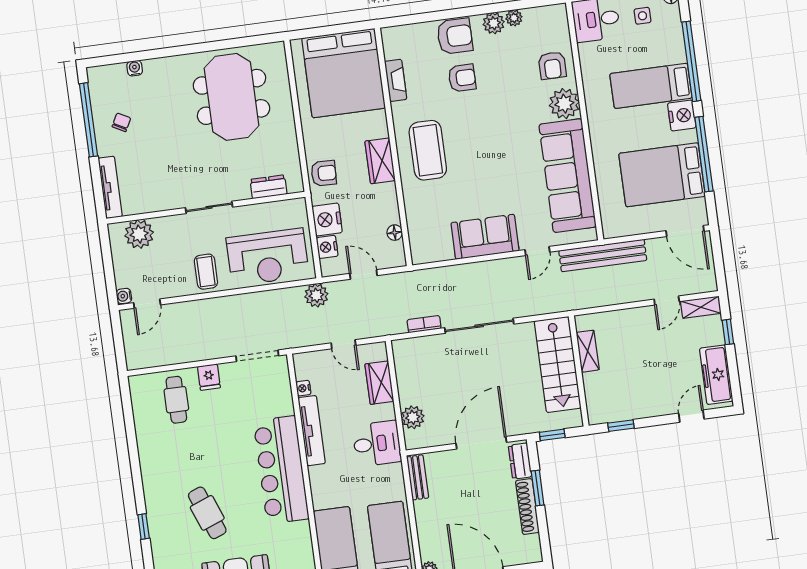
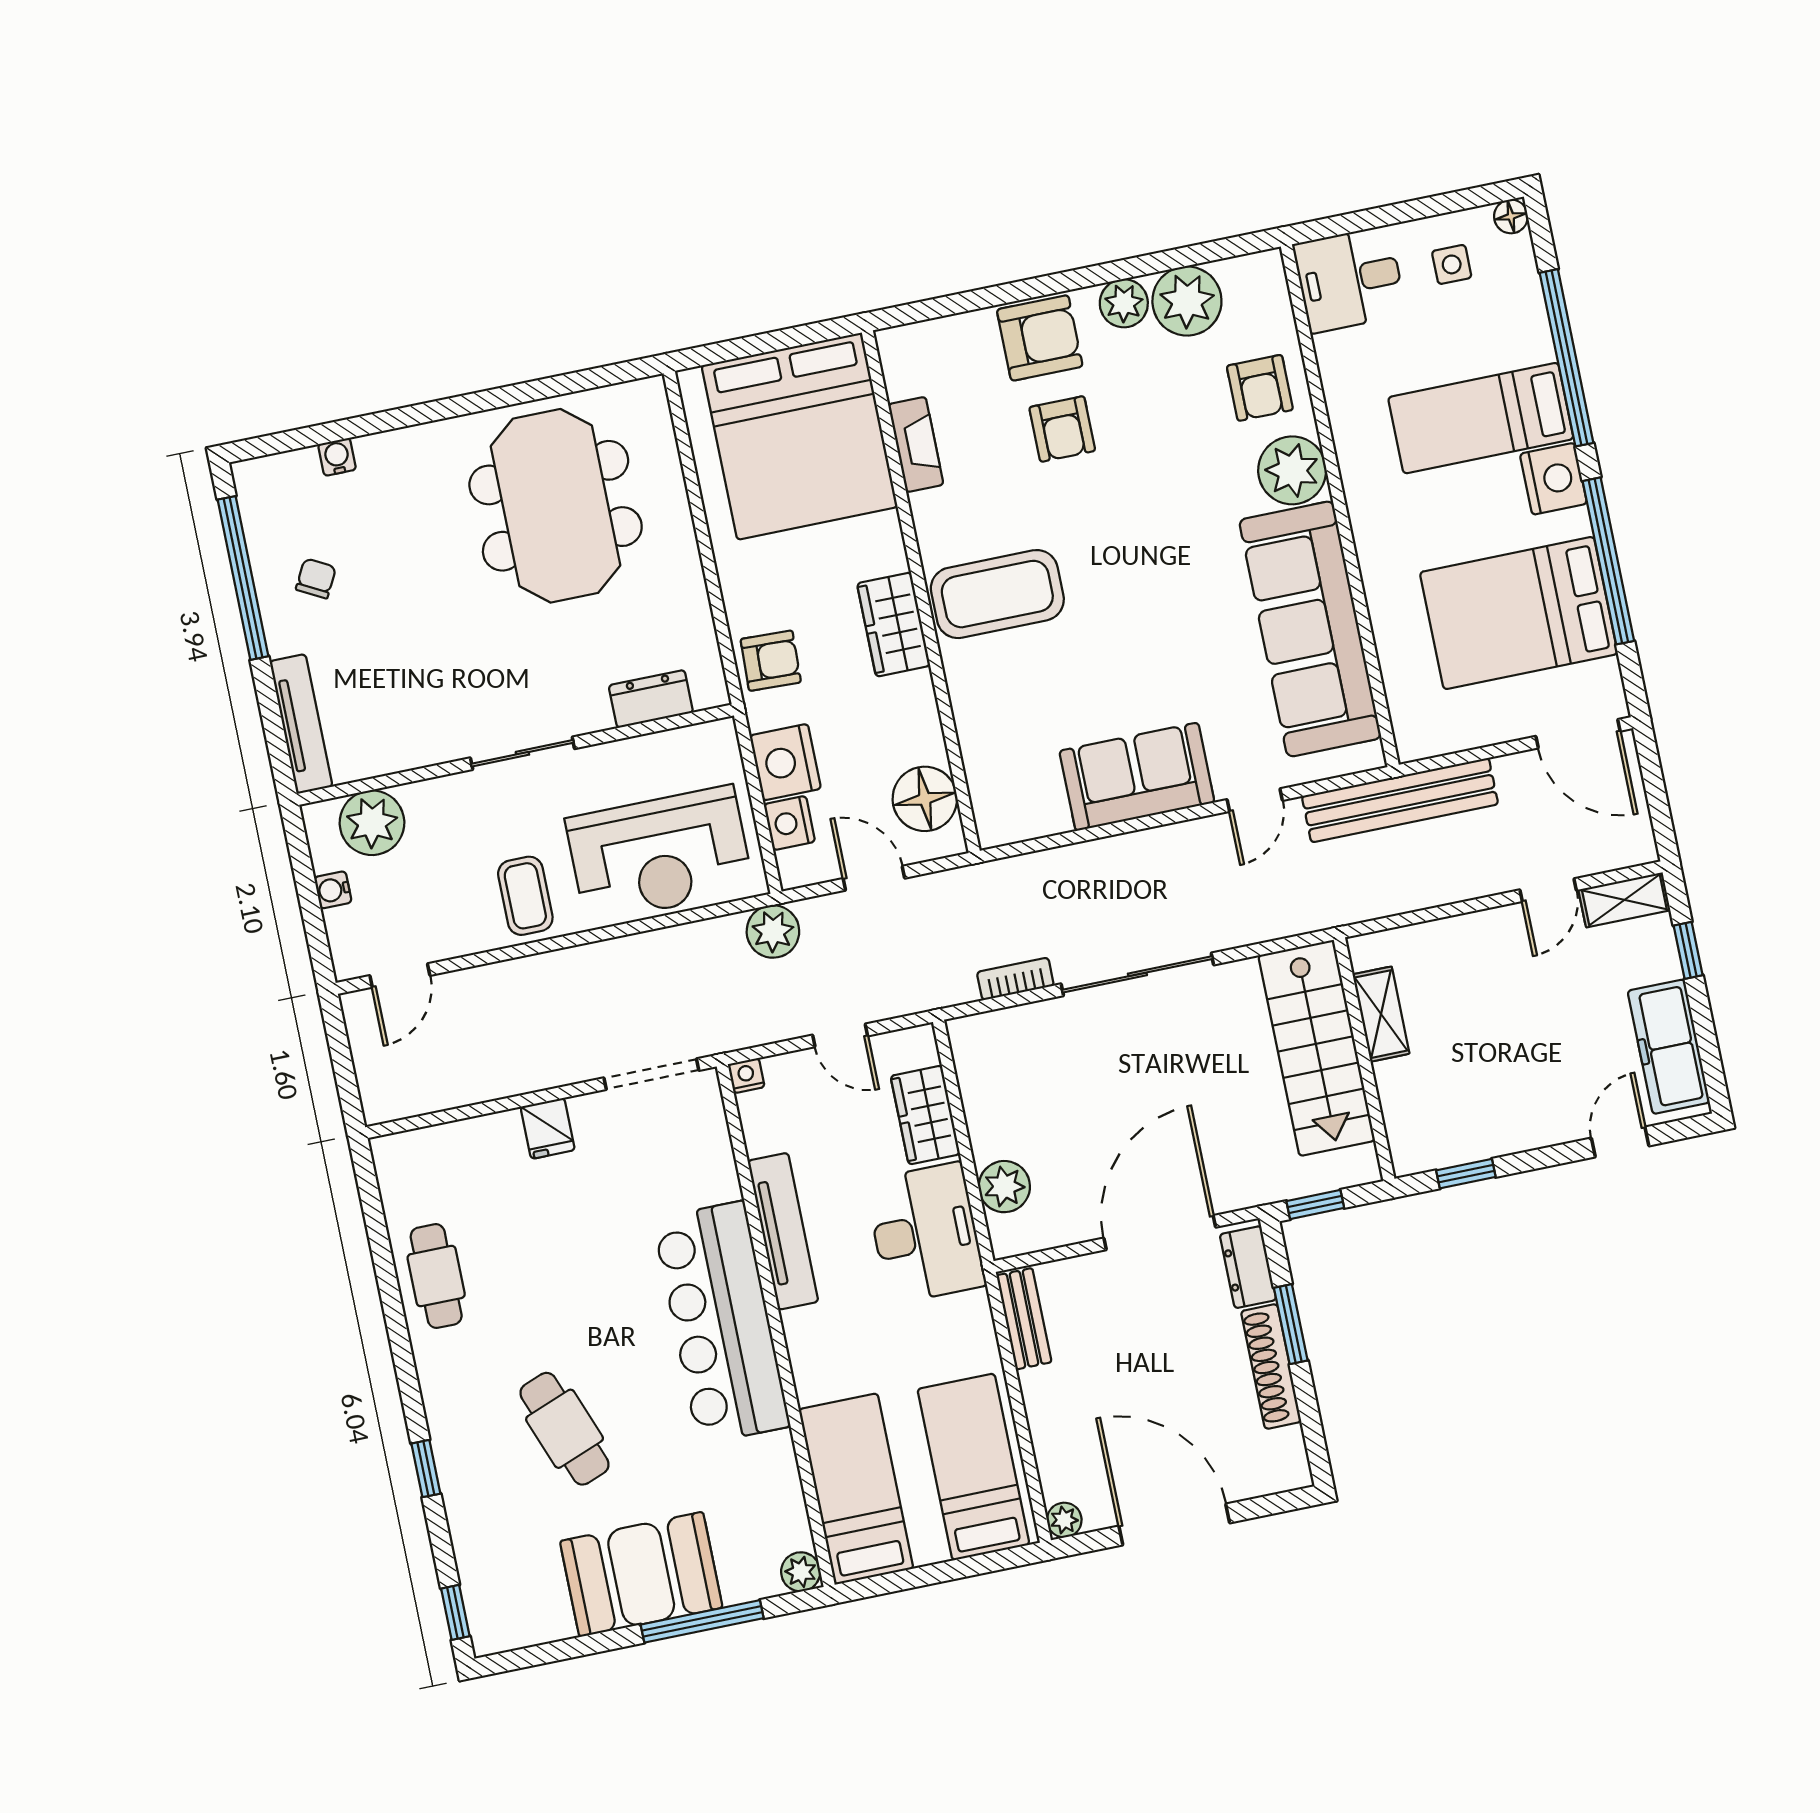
plant: (514, 18) -> (1187, 301), width x1.87, depth x1.87
armchair: (462, 78) -> (1062, 429), turned 90
coffee table: (428, 150) -> (997, 594), turned 90
floor lamp: (395, 233) -> (925, 799), width x1.89, depth x1.89
water cooler: (124, 296) -> (333, 890), moved
nightstand: (303, 388) -> (746, 1076), moved, turned 90
cafe table: (176, 400) -> (436, 1276), moved
desk: (377, 444) -> (925, 1233), width x1.37

